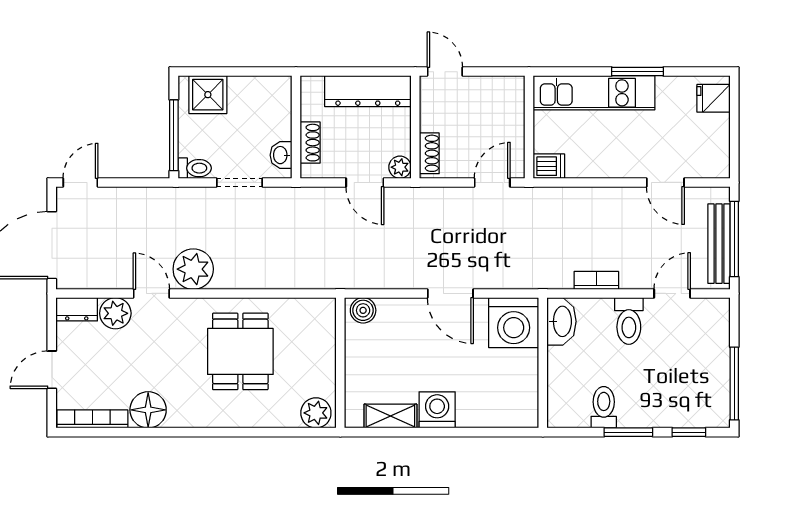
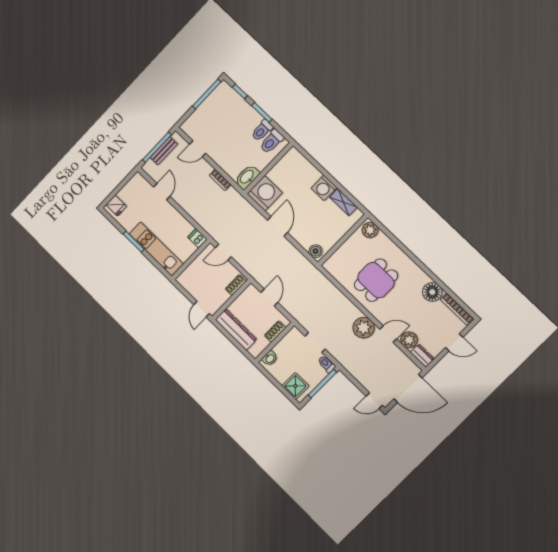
washbasin: (281, 155) -> (270, 358), moved
plant: (400, 167) -> (251, 291), removed
bench: (719, 244) -> (164, 151), width x0.73
door: (151, 293) -> (388, 334), swing flipped
toilet: (629, 321) -> (272, 141), moved, turned 180

